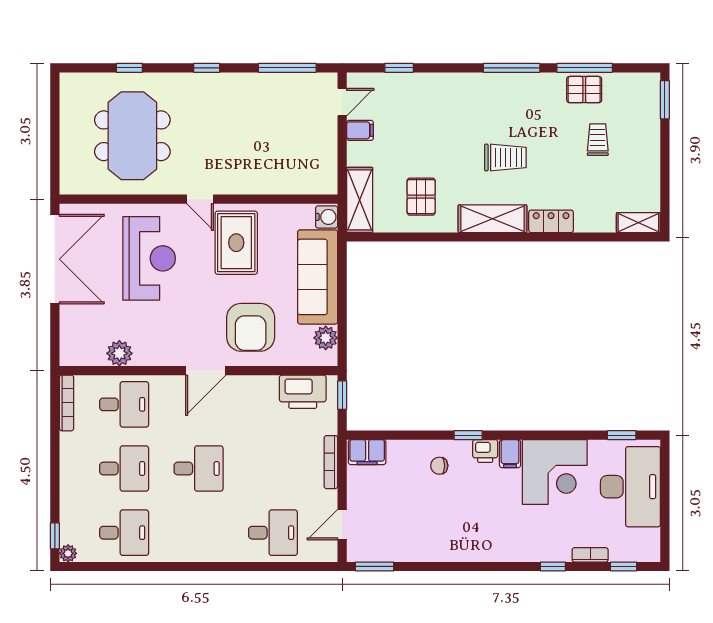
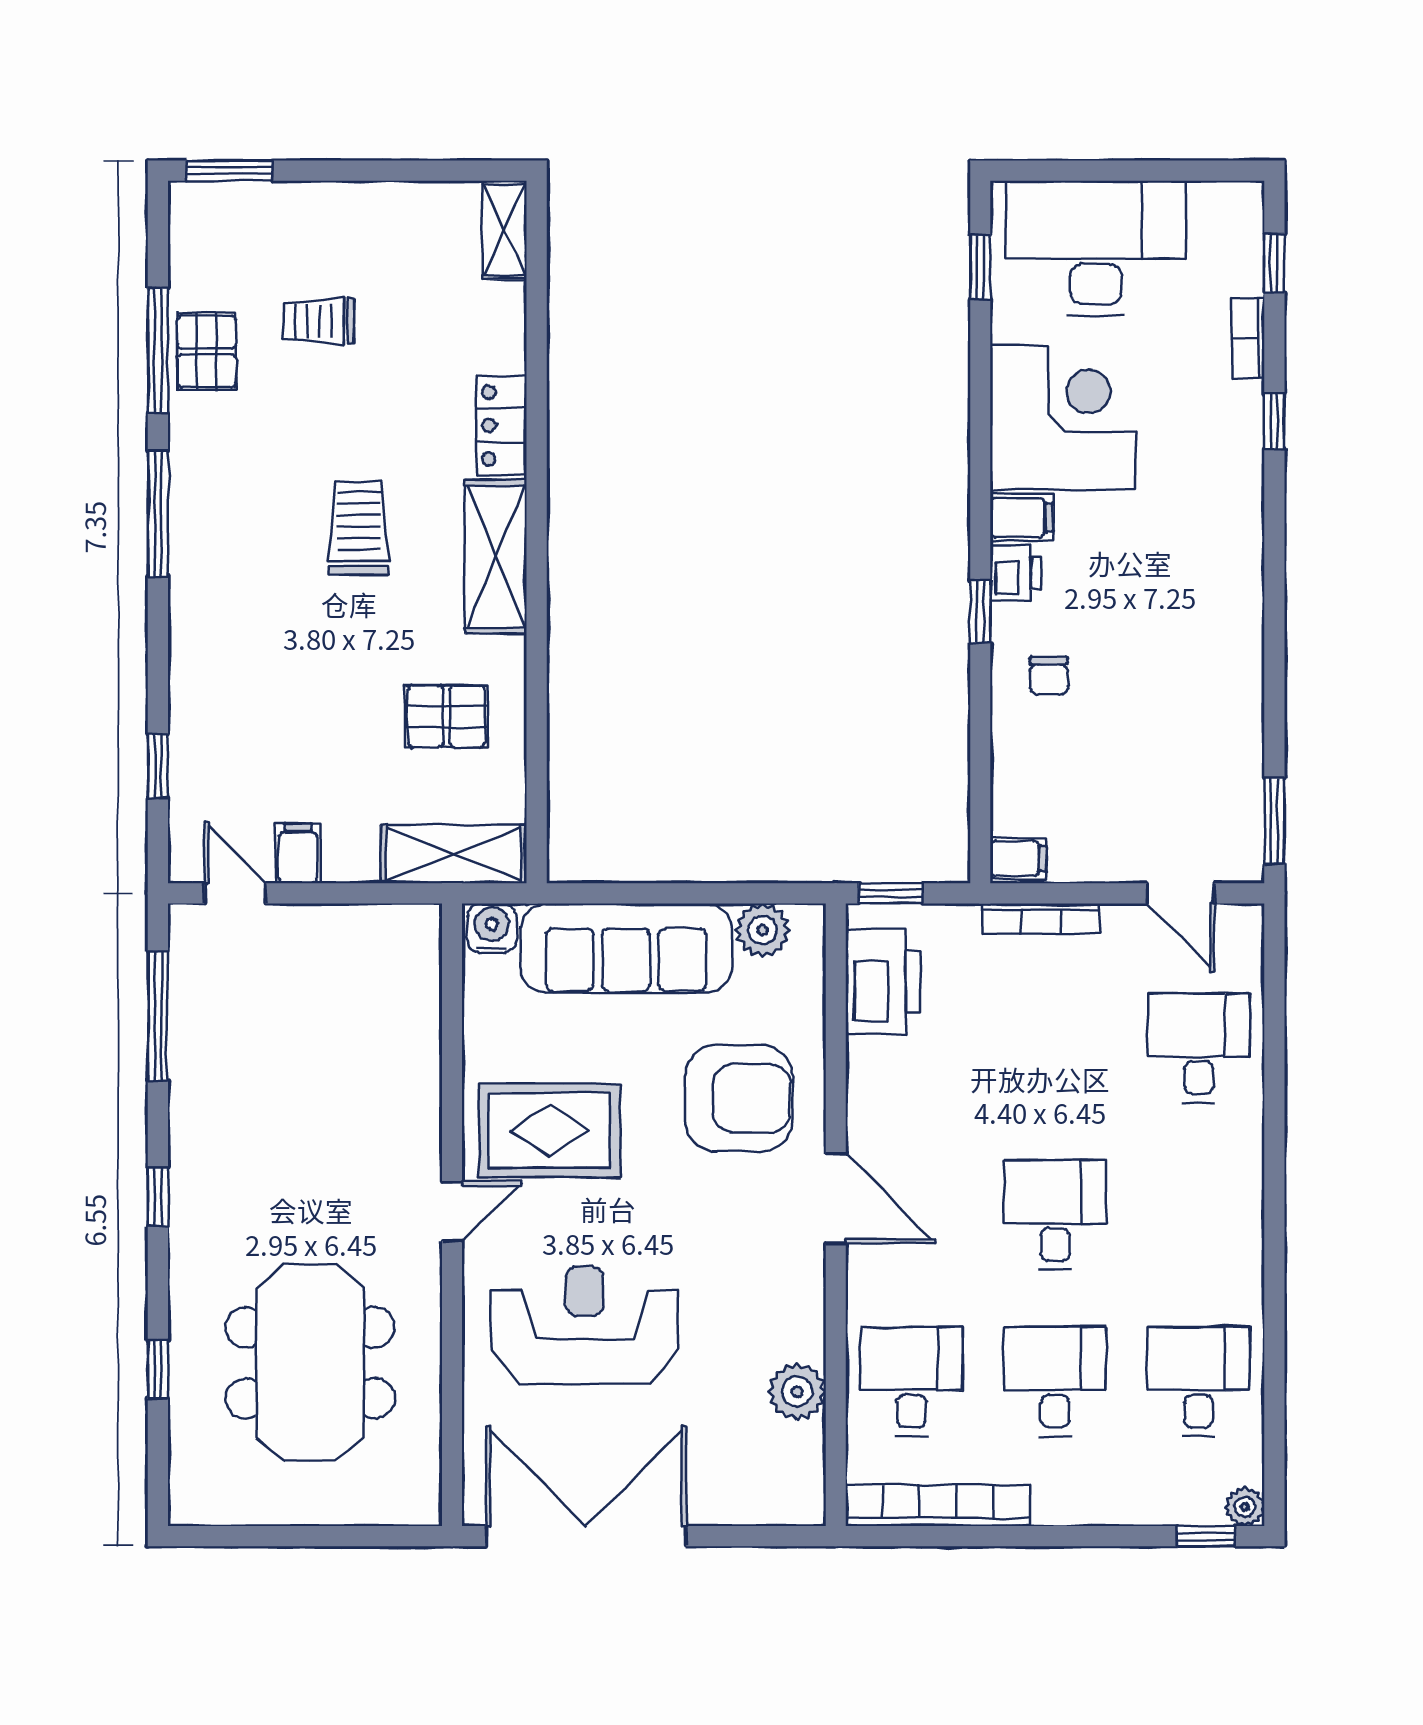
meeting table: (132, 136) -> (310, 1363), turned 90
bookcase: (67, 403) -> (938, 1505), width x1.48, depth x1.31
filing cabinet: (367, 452) -> (1018, 858), width x0.50

